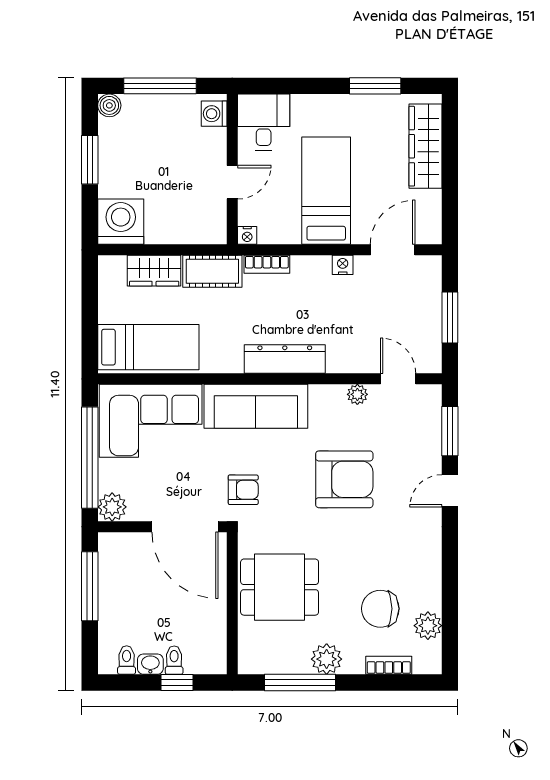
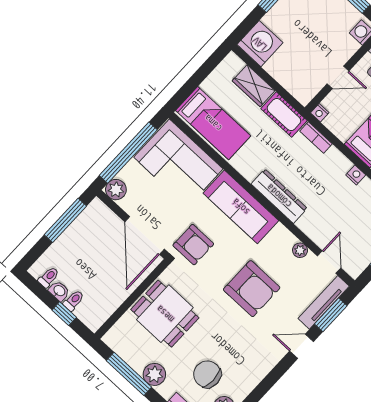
tv unit: (431, 425) -> (324, 302), added
armchair: (243, 490) -> (193, 245), width x1.38, depth x1.38

